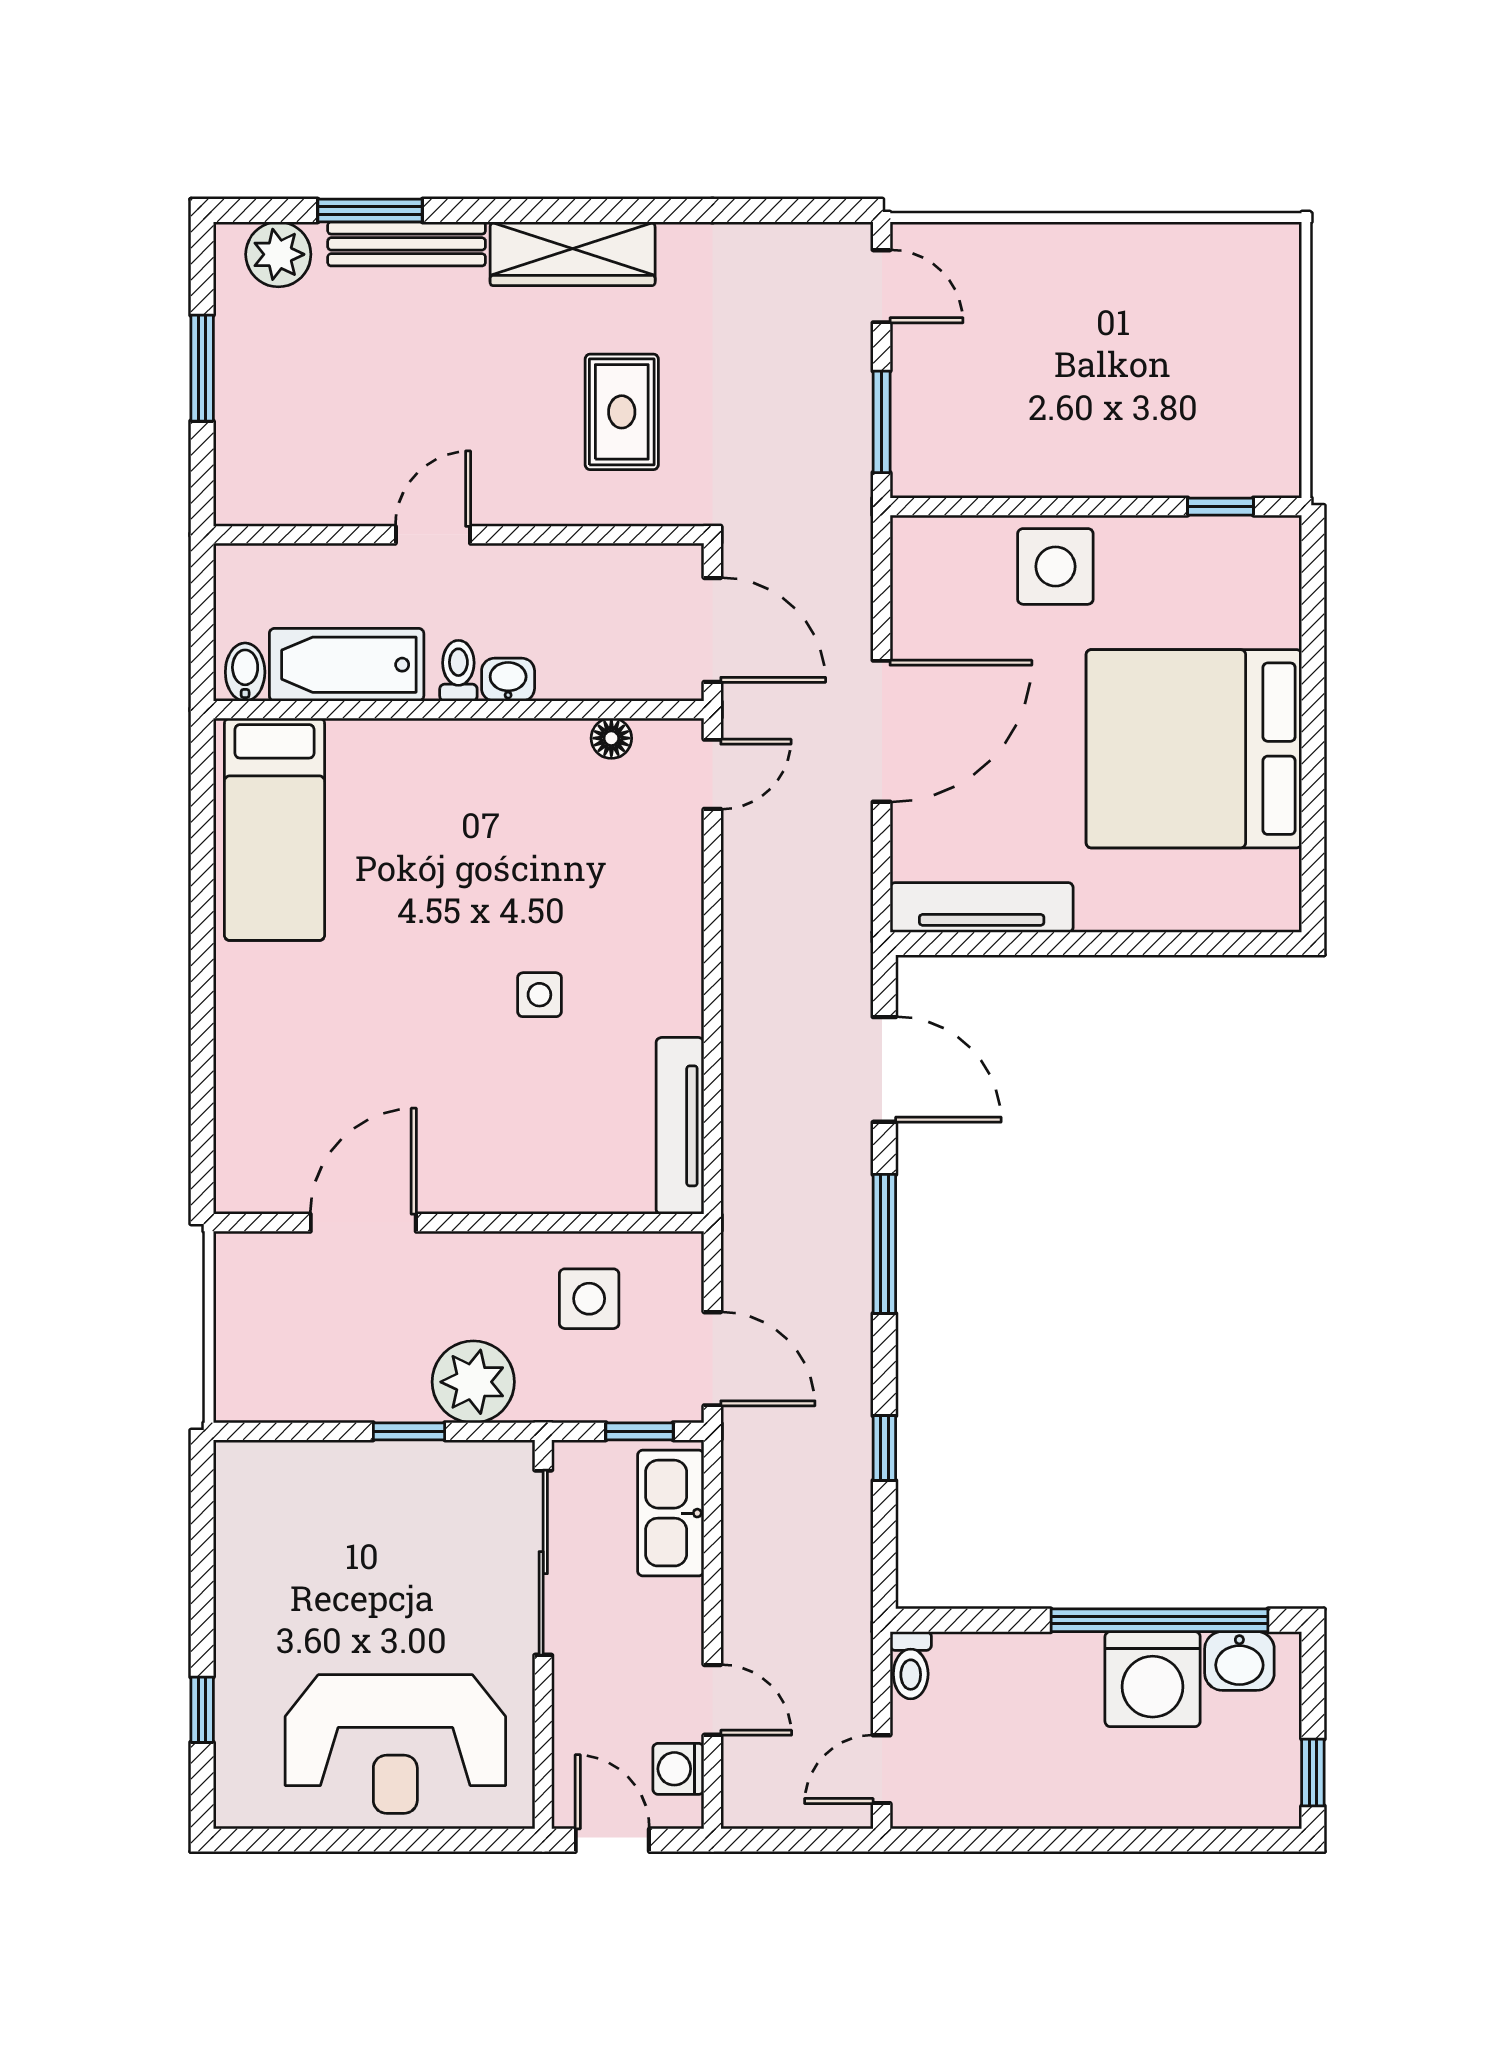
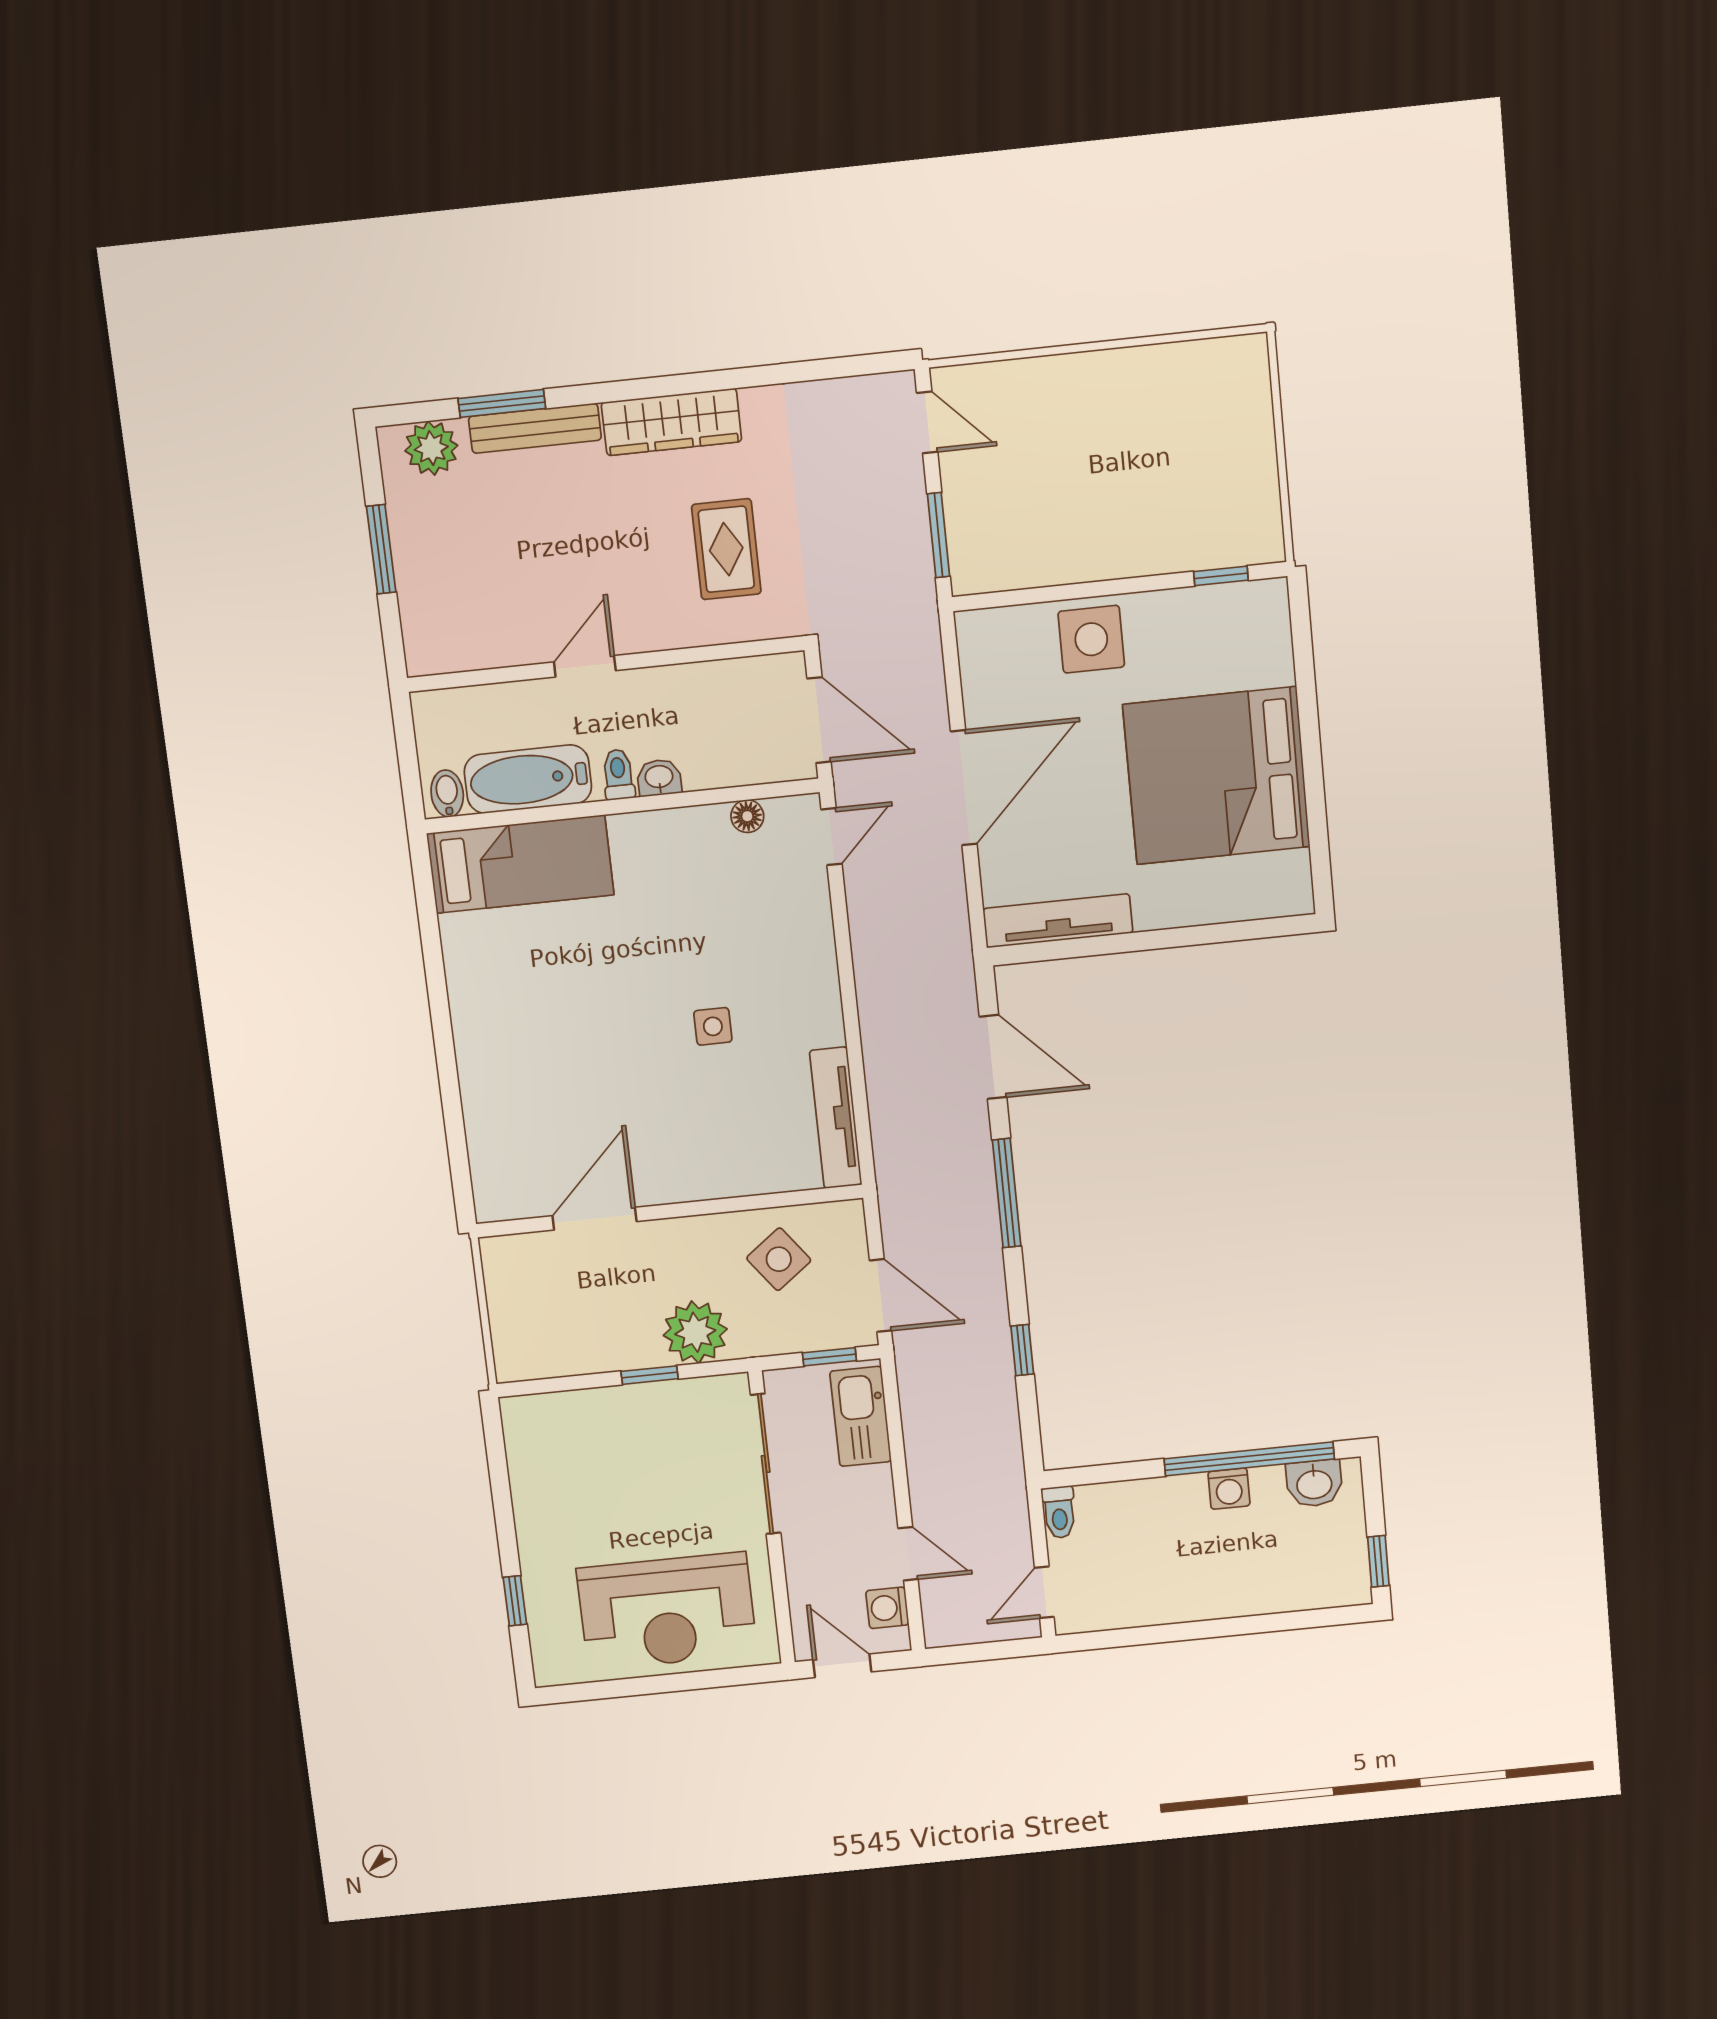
bed: (274, 829) -> (520, 864), moved, turned -90
side table: (589, 1299) -> (779, 1259), turned -37
washing machine: (1153, 1679) -> (1229, 1489), width x0.53, depth x0.53

